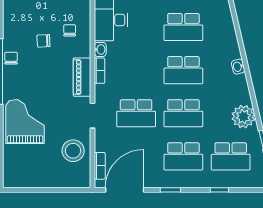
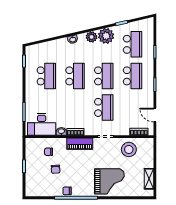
plant: (242, 95) -> (92, 37), added
grand piano: (25, 122) -> (109, 181), turned 180
shelving: (29, 181) -> (149, 179), added
door: (125, 190) -> (155, 115), width x0.53

